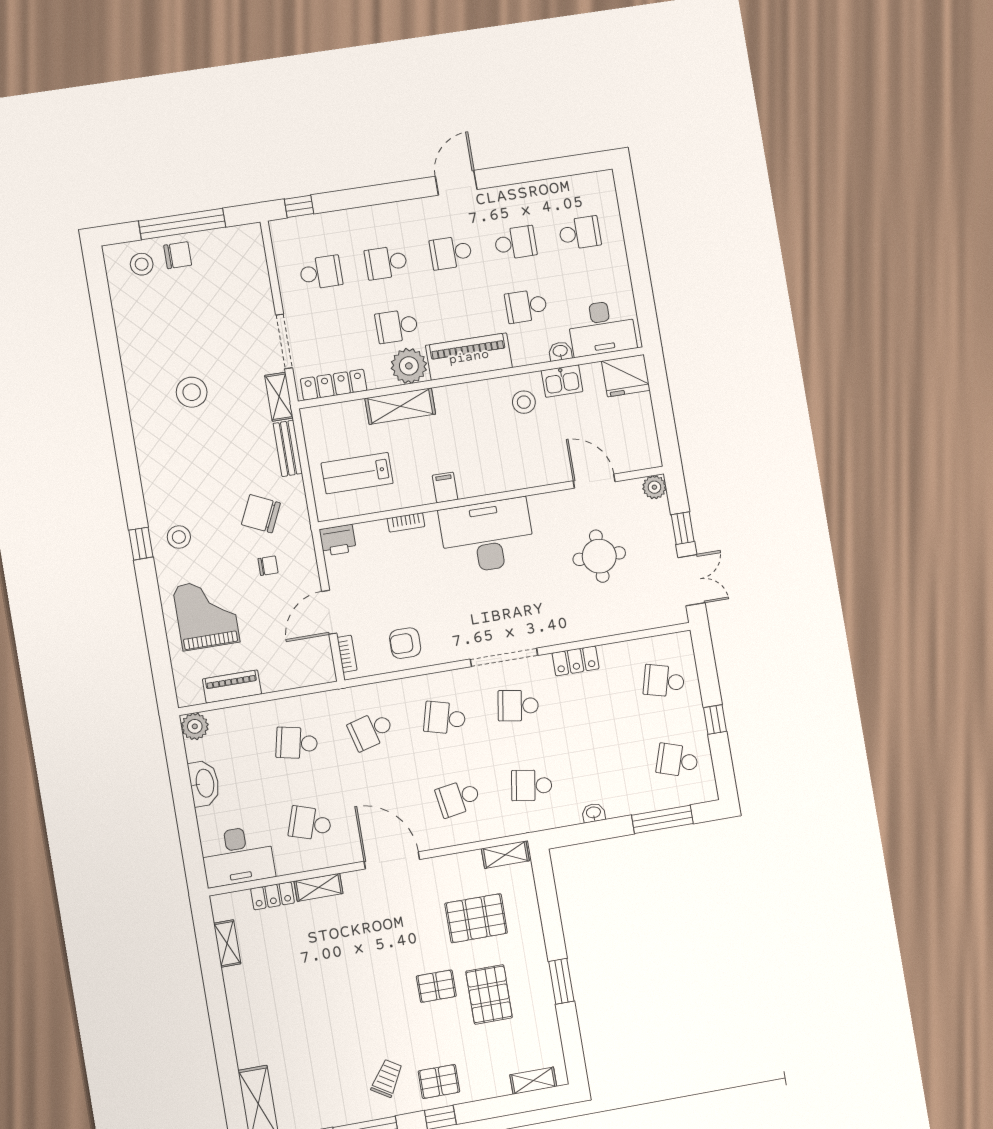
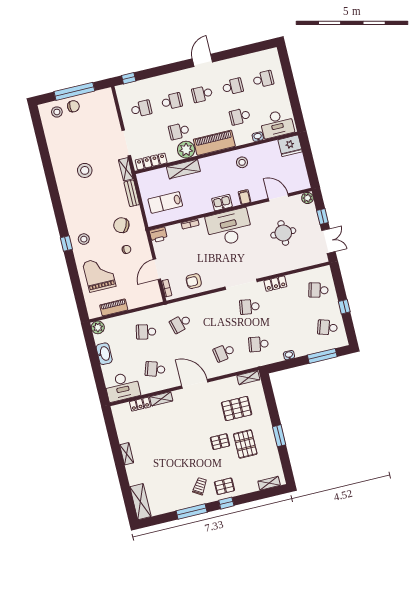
school desk: (386, 263) -> (172, 101), turned 180
kitchen sink: (562, 381) -> (222, 203), moved, turned 180
filing cabinet: (445, 487) -> (245, 197), moved
school desk: (445, 718) -> (215, 315), removed
shelving: (227, 944) -> (127, 454), moved

